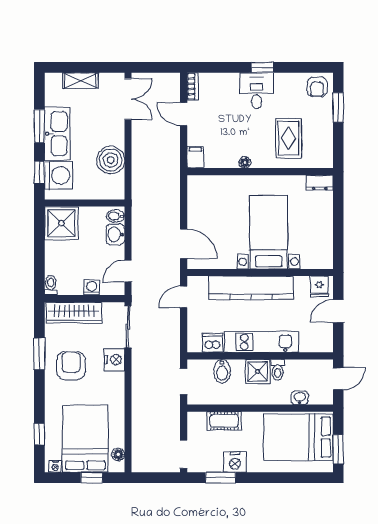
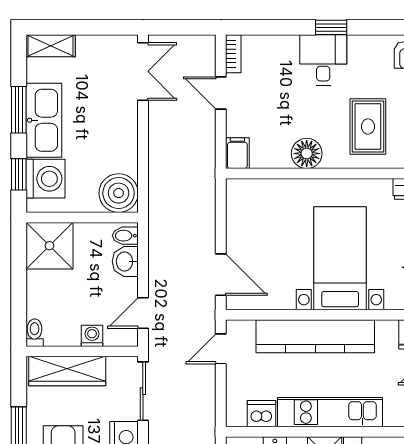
shelving: (80, 81) -> (51, 46), moved
boiler: (111, 160) -> (119, 193), moved
floor lamp: (245, 162) -> (307, 153), width x1.89, depth x1.89

